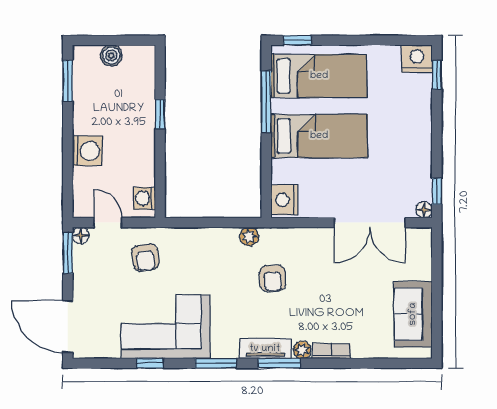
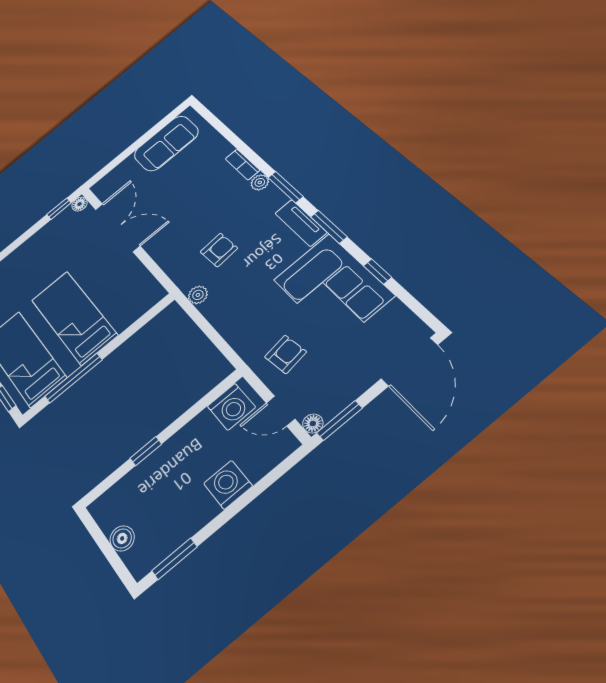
washing machine: (144, 198) -> (231, 407), width x1.38, depth x1.38
nightstand: (284, 200) -> (146, 297), removed
door: (108, 223) -> (281, 411), hinge flipped
tv unit: (265, 349) -> (301, 223), moved

